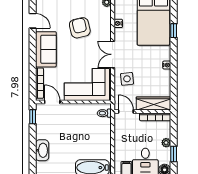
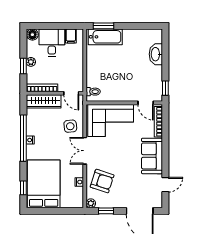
door: (33, 21) -> (165, 185), swing flipped
armchair: (80, 28) -> (102, 181), moved, turned -59
window: (174, 31) -> (23, 188), moved
double door: (113, 54) -> (85, 151), swing flipped
window: (174, 67) -> (23, 138), added
window: (174, 154) -> (23, 66), moved

